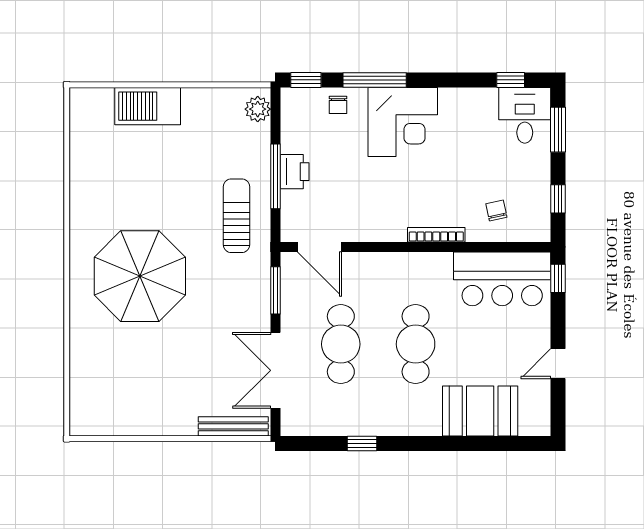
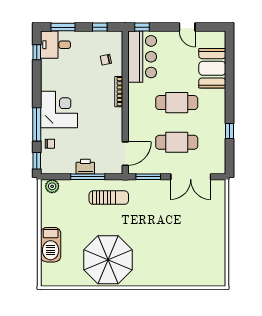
sun lounger: (236, 216) -> (109, 198), turned 180
parasol: (140, 276) -> (108, 260), moved
bench: (233, 426) -> (220, 199), removed

